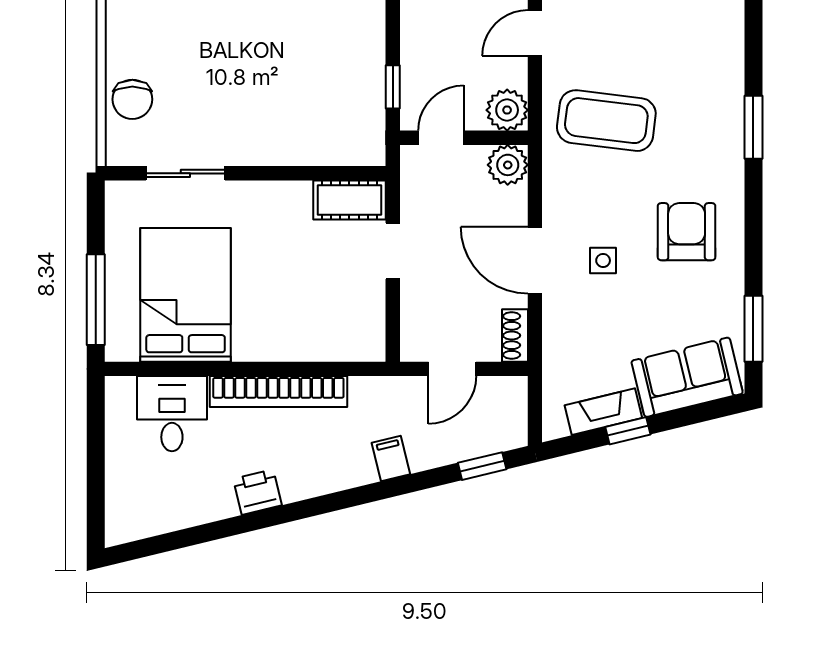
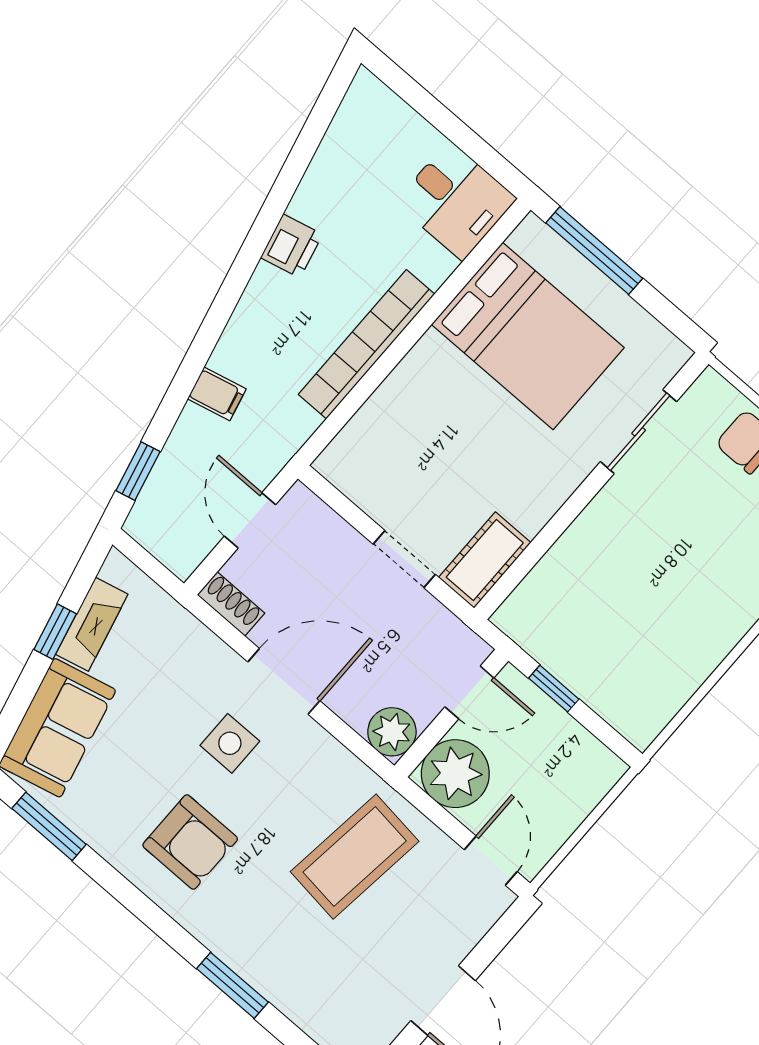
plant: (507, 110) -> (455, 774), width x1.36, depth x1.36
door: (441, 138) -> (469, 692), hinge flipped
side table: (603, 260) -> (230, 743), width x1.37, depth x1.37
desk: (172, 414) -> (456, 200), moved

